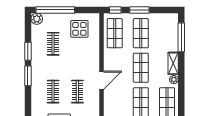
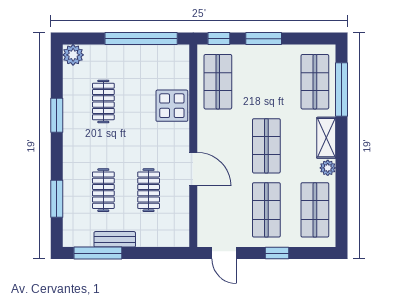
window: (55, 10) -> (141, 39), moved
display table: (79, 29) -> (172, 106), moved
shop shelf: (141, 33) -> (315, 82), moved
window: (28, 76) -> (57, 199), moved
door: (101, 80) -> (193, 169), hinge flipped

